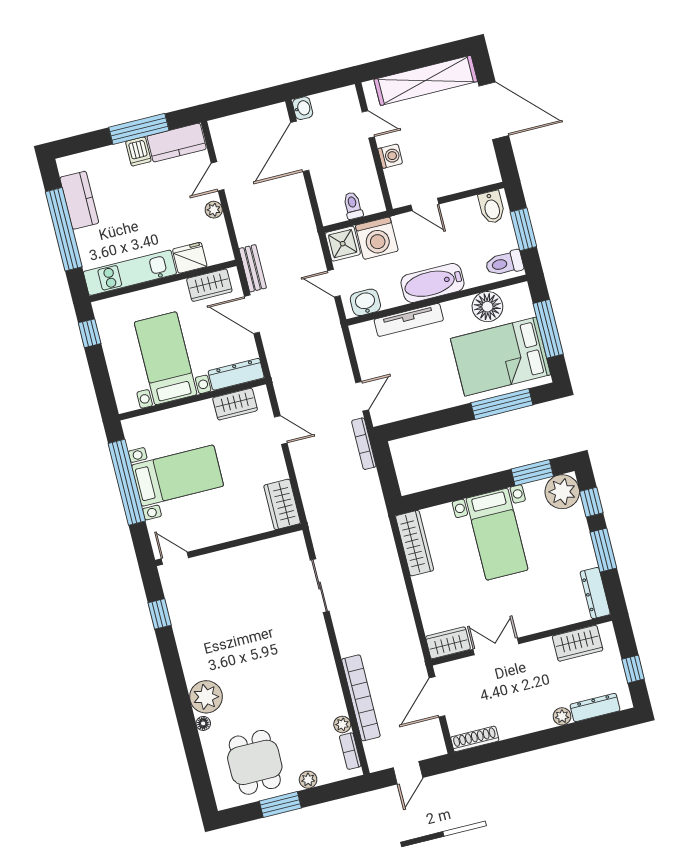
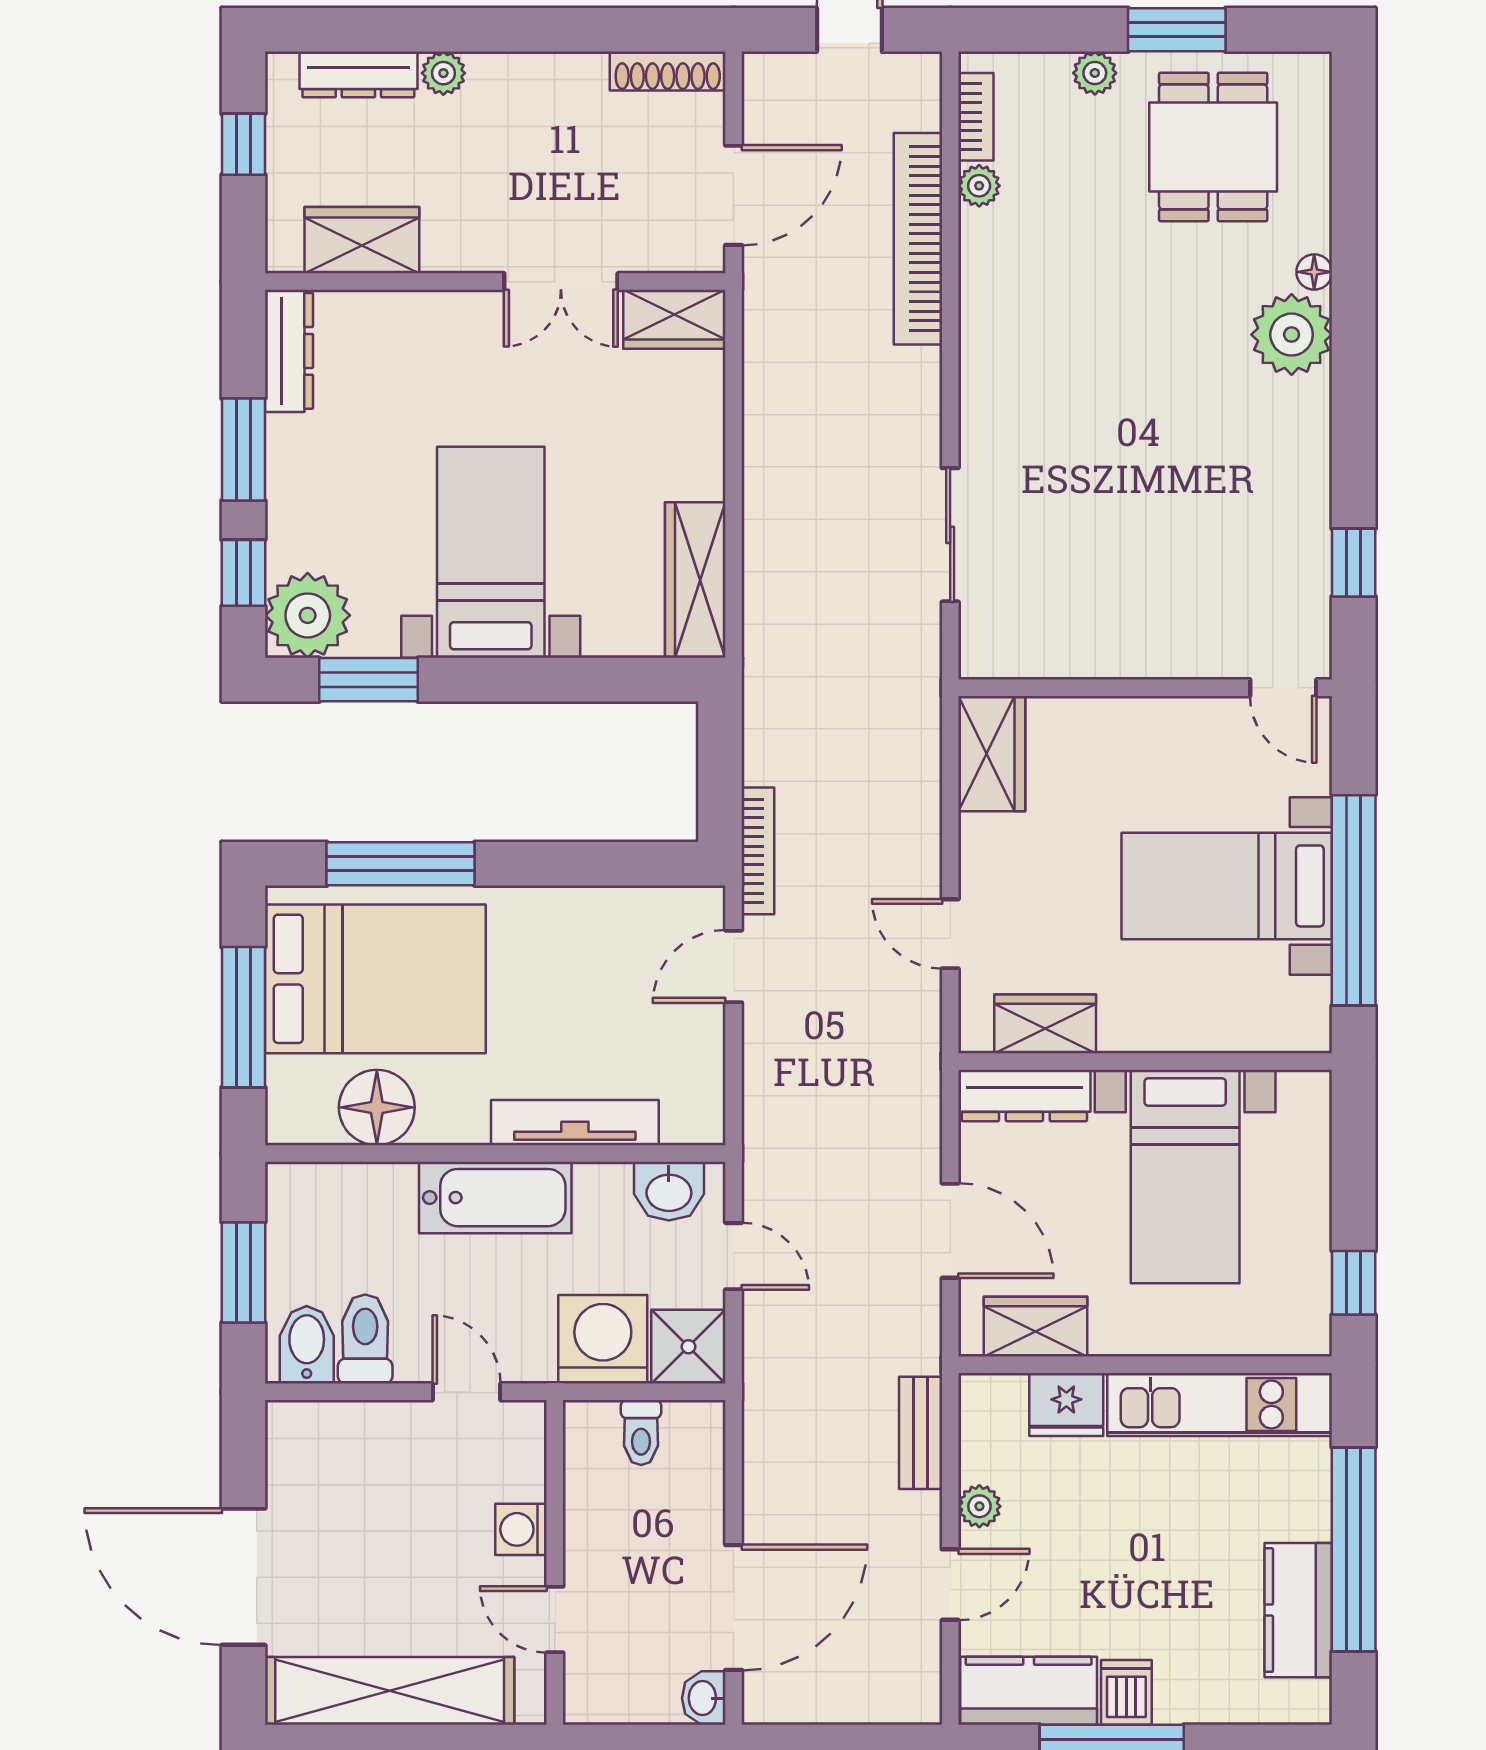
toilet: (504, 263) -> (365, 1339), moved, turned -90
bench: (253, 268) -> (921, 1433), moved

